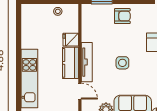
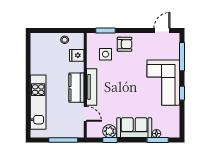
fridge: (71, 40) -> (77, 55), moved
side table: (122, 63) -> (106, 54), moved

